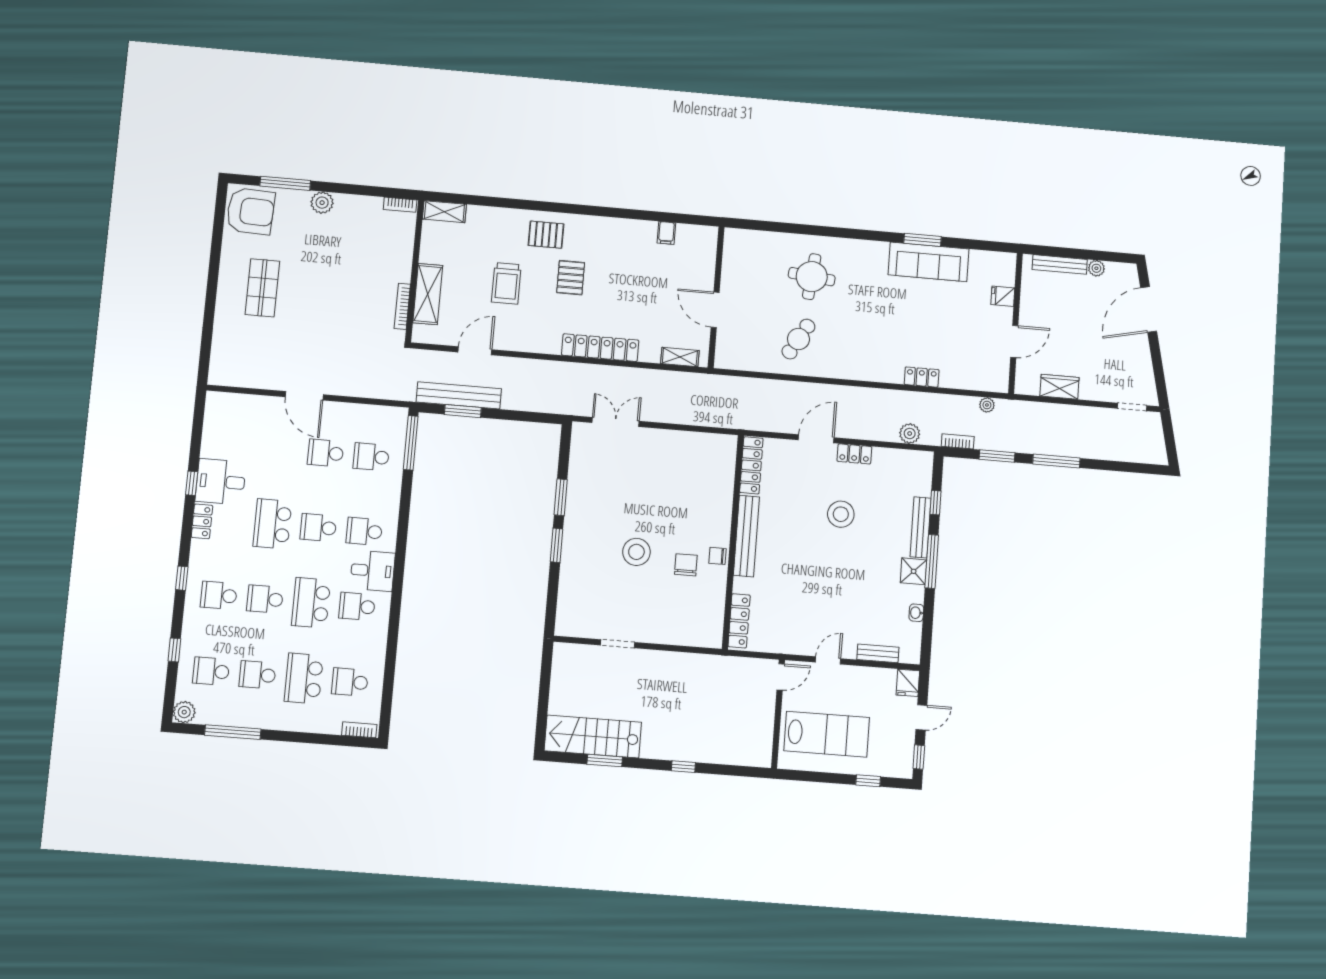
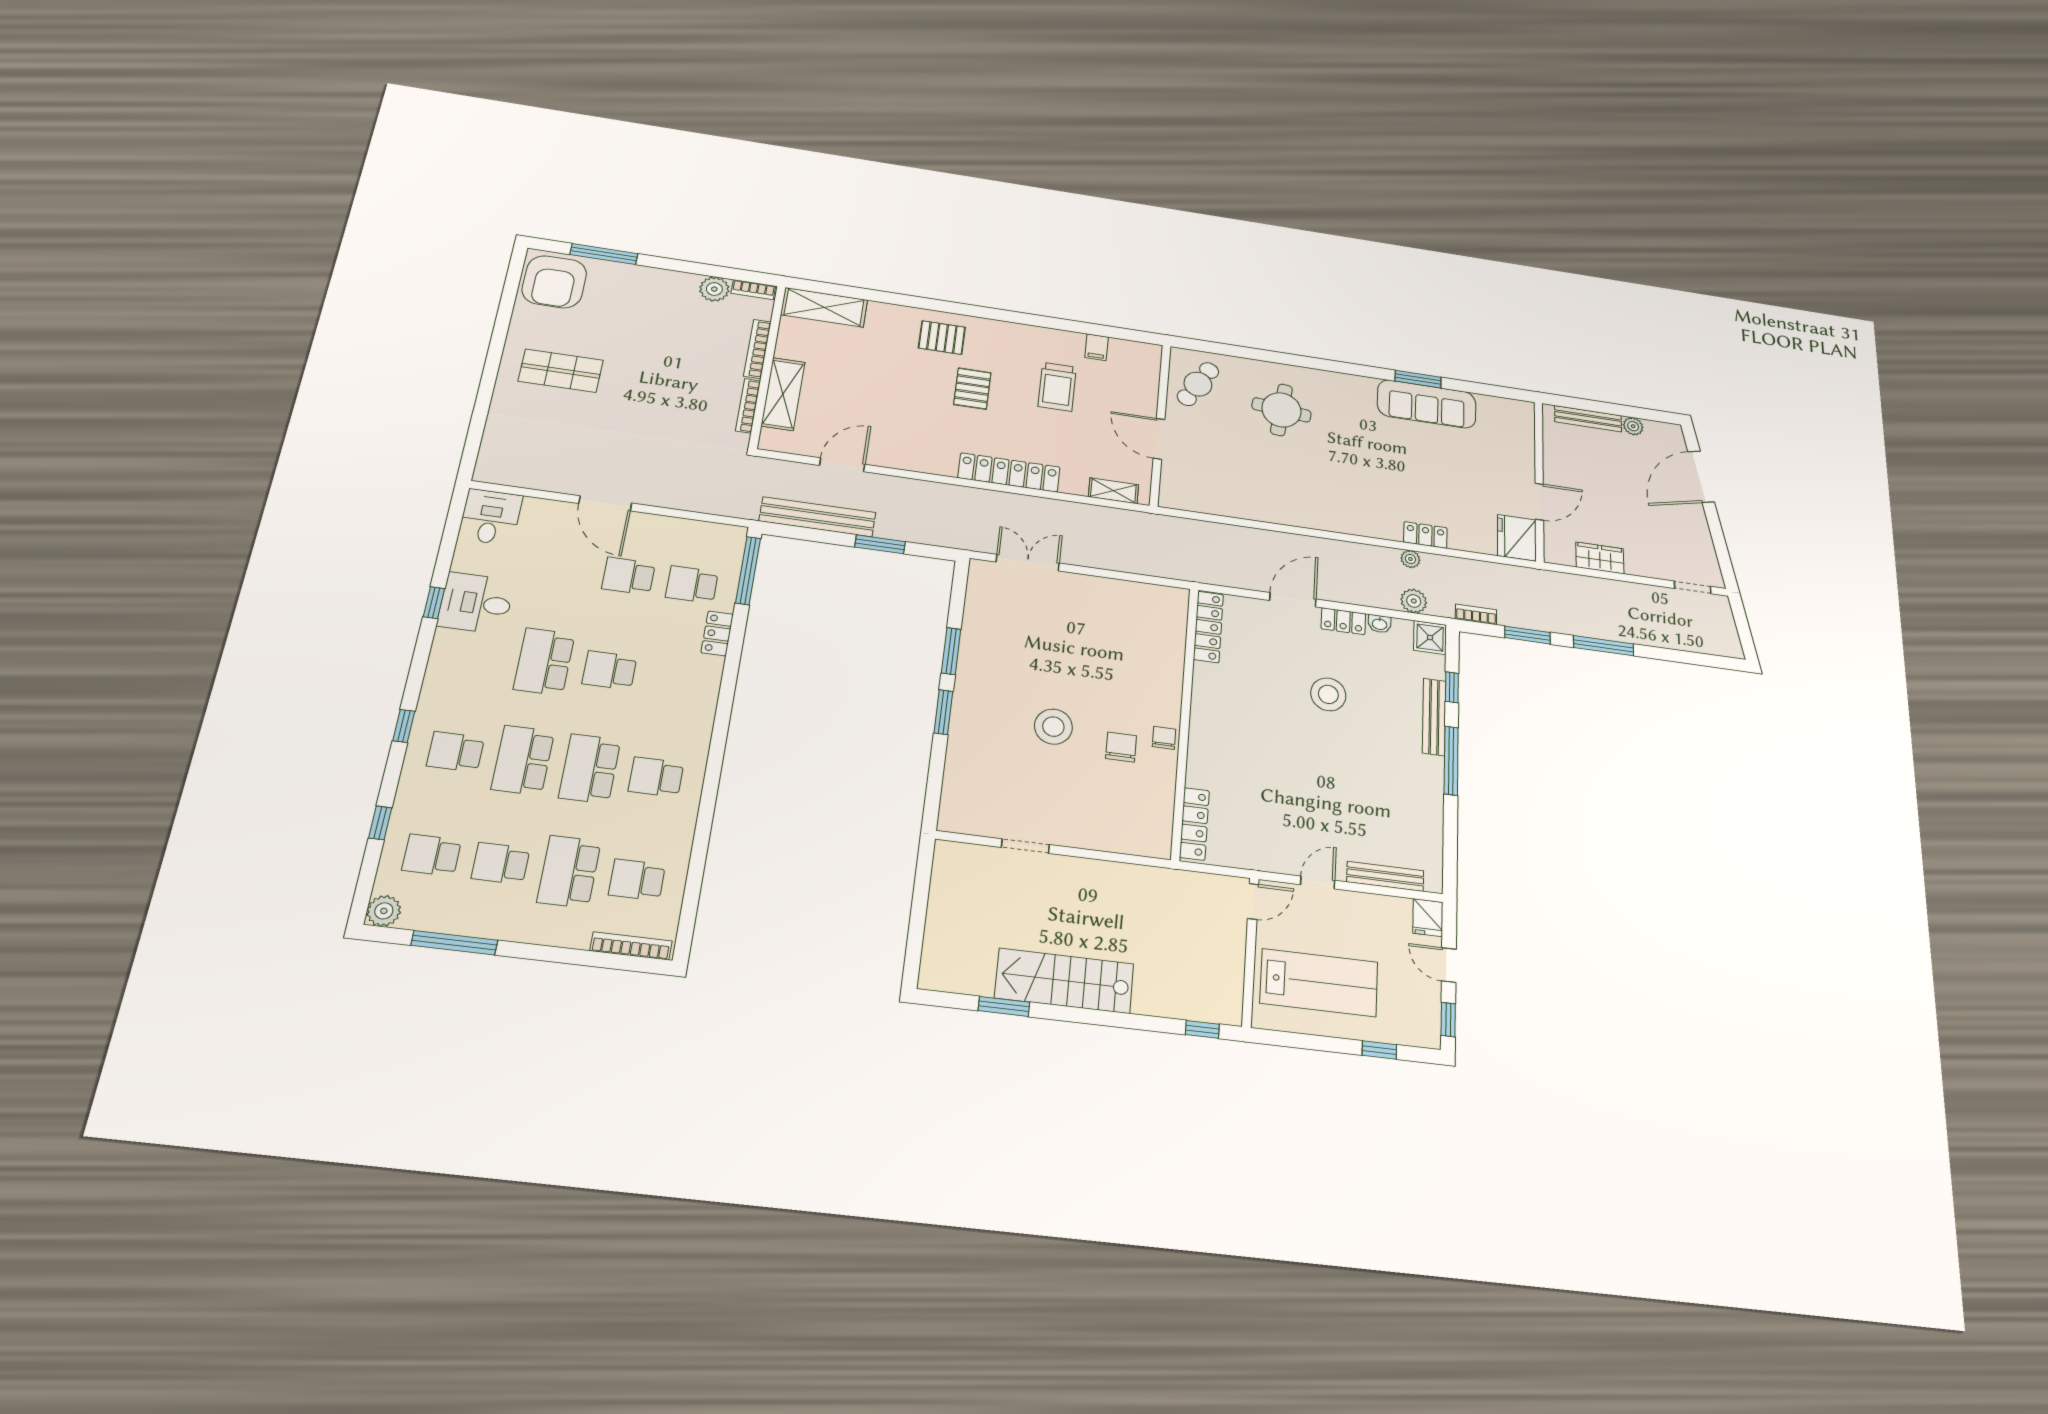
plant: (322, 203) -> (714, 289), moved
armchair: (251, 211) -> (554, 282), turned 88
shelving: (444, 212) -> (824, 307), width x1.50, depth x1.33
bookcase: (406, 257) -> (757, 349), added
trolley: (506, 283) -> (1057, 387), moved
shop shelf: (262, 288) -> (561, 371), turned 90
fridge: (1003, 296) -> (1517, 538), moved, width x1.88, depth x1.34
cafe table: (798, 339) -> (1198, 384), moved
plant: (987, 405) -> (1410, 559), moved
window: (463, 411) -> (880, 544), moved
locker: (202, 521) -> (717, 633), moved, turned 180
school desk: (364, 531) -> (674, 679), removed
bench: (746, 536) -> (1203, 715), removed
chair: (717, 556) -> (1164, 738), turned 90
desk: (373, 571) -> (490, 517), moved, turned -90
shower: (914, 571) -> (1430, 638), moved
school desk: (265, 599) -> (523, 760), width x1.85
washbasin: (916, 613) -> (1380, 624), moved, turned -90
bench: (878, 653) -> (1385, 876), width x1.36
door: (921, 717) -> (1449, 965), swing flipped
bookcase: (359, 730) -> (631, 946), width x1.56
stairs: (593, 737) -> (1064, 981), moved
window: (683, 767) -> (1202, 1029), moved

